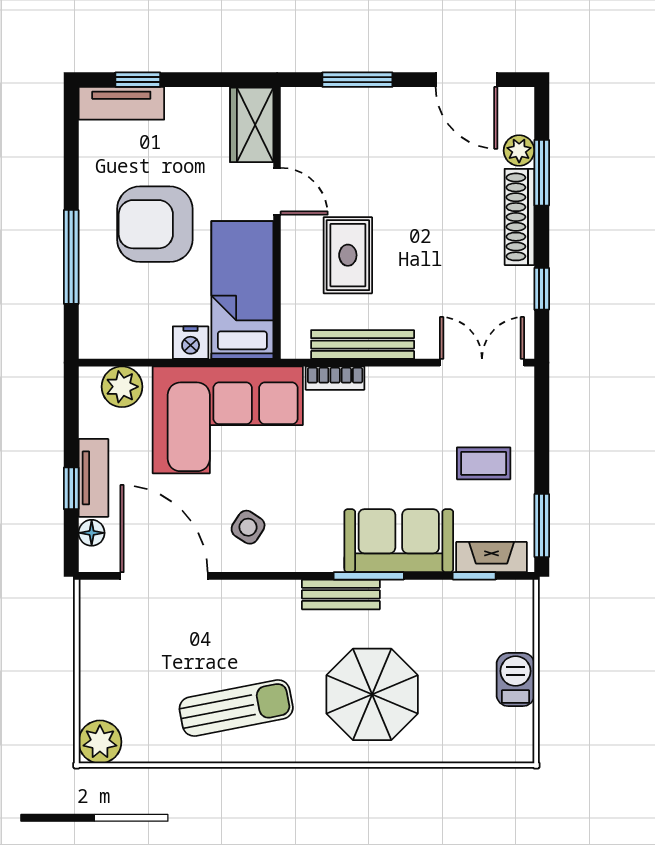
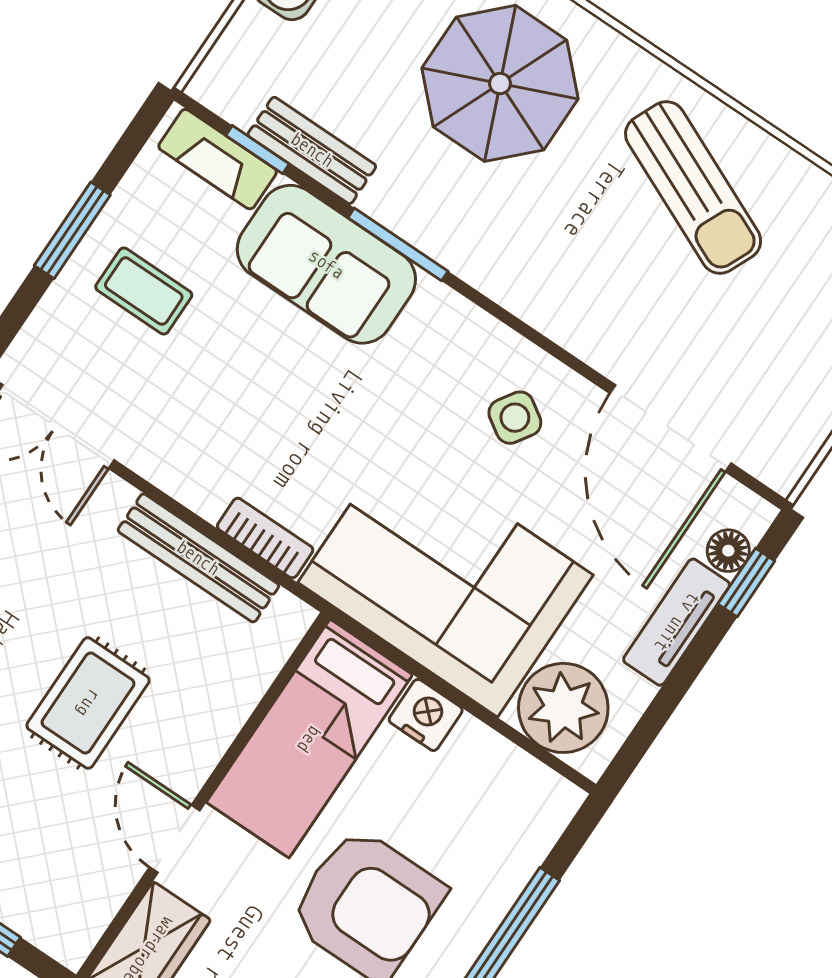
rug: (348, 255) -> (88, 703), moved
plant: (122, 387) -> (563, 708), width x1.36, depth x1.36
window: (71, 488) -> (746, 582), moved
window: (542, 526) -> (72, 230), moved
bench: (341, 594) -> (312, 150), moved
sun lounger: (236, 708) -> (693, 187), turned -145

